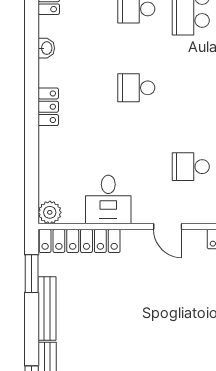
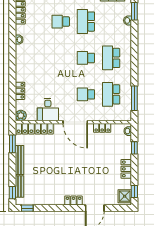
school desk: (136, 88) -> (86, 58), moved
locker: (48, 107) -> (20, 91), moved
door: (168, 227) -> (75, 122), width x1.88

